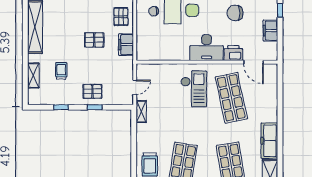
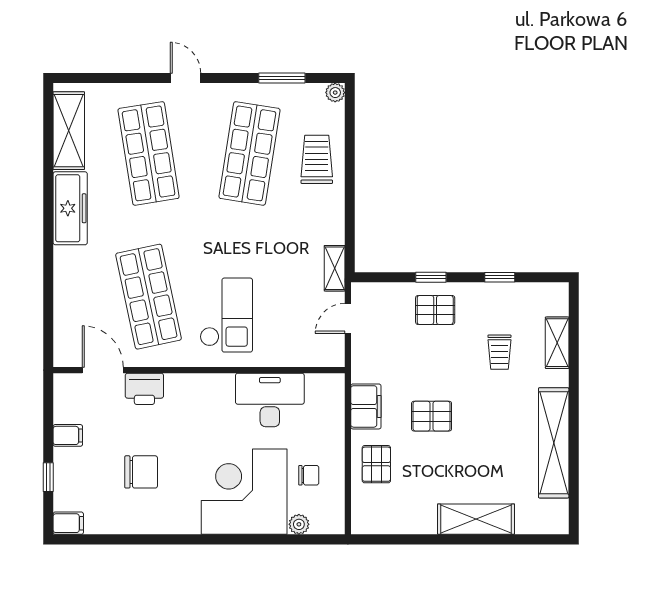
filing cabinet: (270, 31) -> (68, 435), width x0.50
desk: (207, 48) -> (270, 400), moved
checkout: (194, 89) -> (226, 315), turned 180

